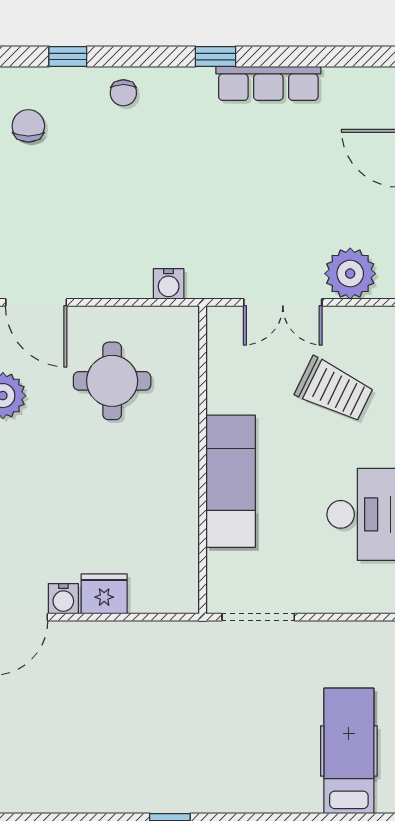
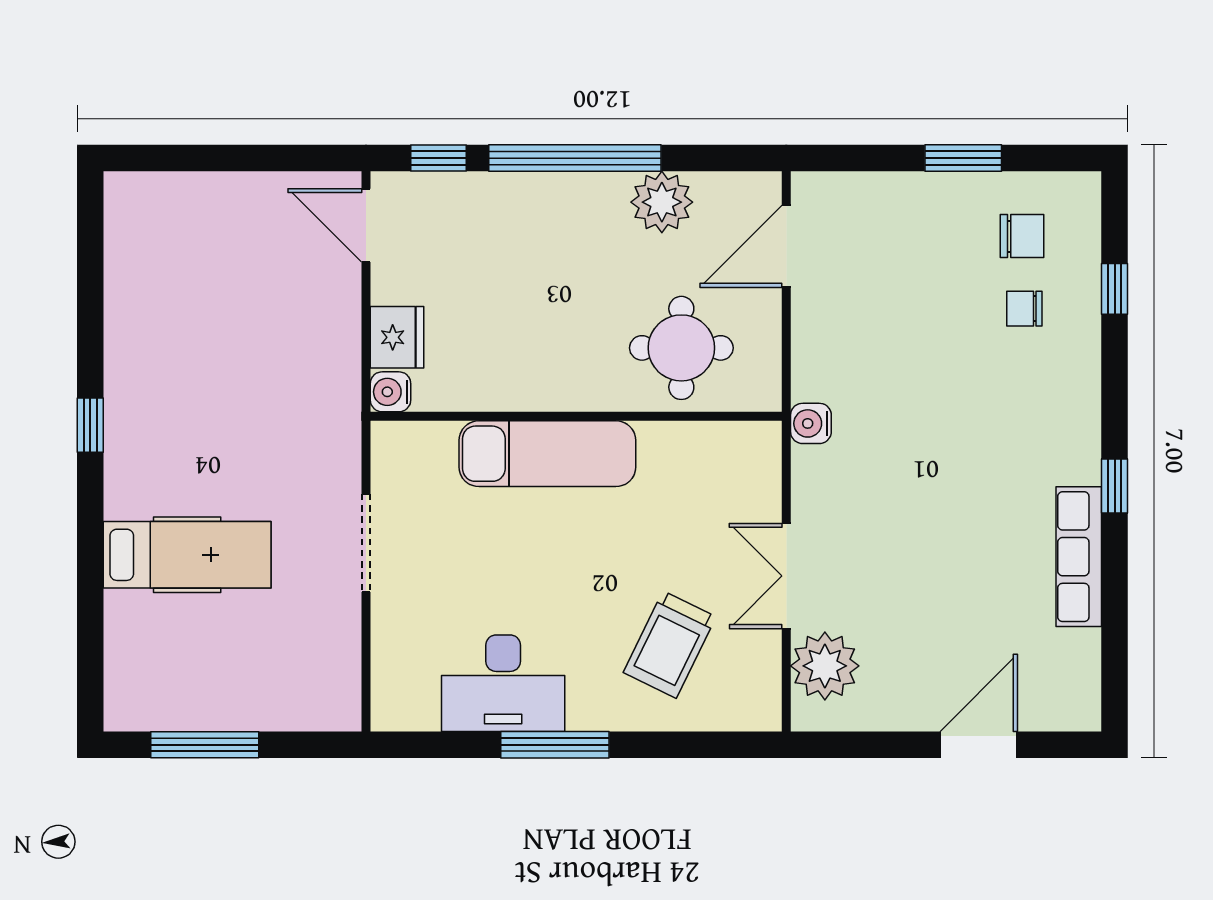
chair: (123, 93) -> (1024, 309), moved
wall: (203, 460) -> (576, 416), moved
exam couch: (231, 481) -> (547, 454), moved
water cooler: (63, 599) -> (390, 392), moved
hospital bed: (349, 751) -> (187, 555), moved

